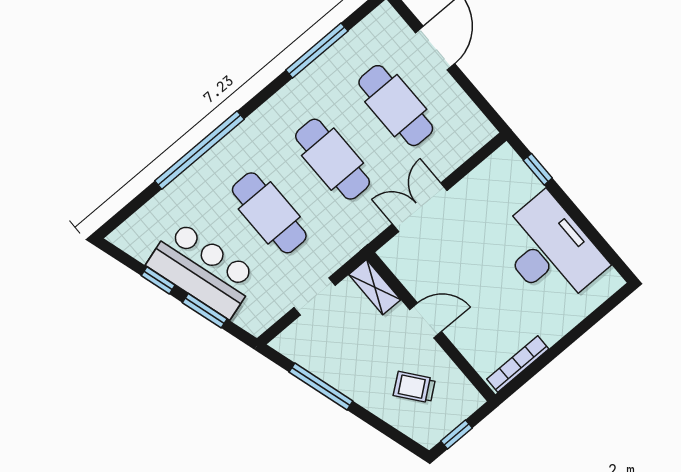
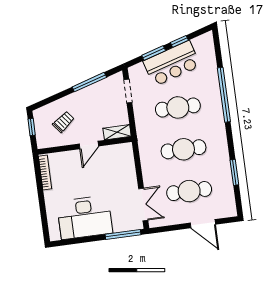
window: (317, 50) -> (234, 172), width x0.69
window: (538, 169) -> (123, 234), width x2.17
double door: (420, 207) -> (143, 204), moved
doorway: (315, 296) -> (128, 91), moved

